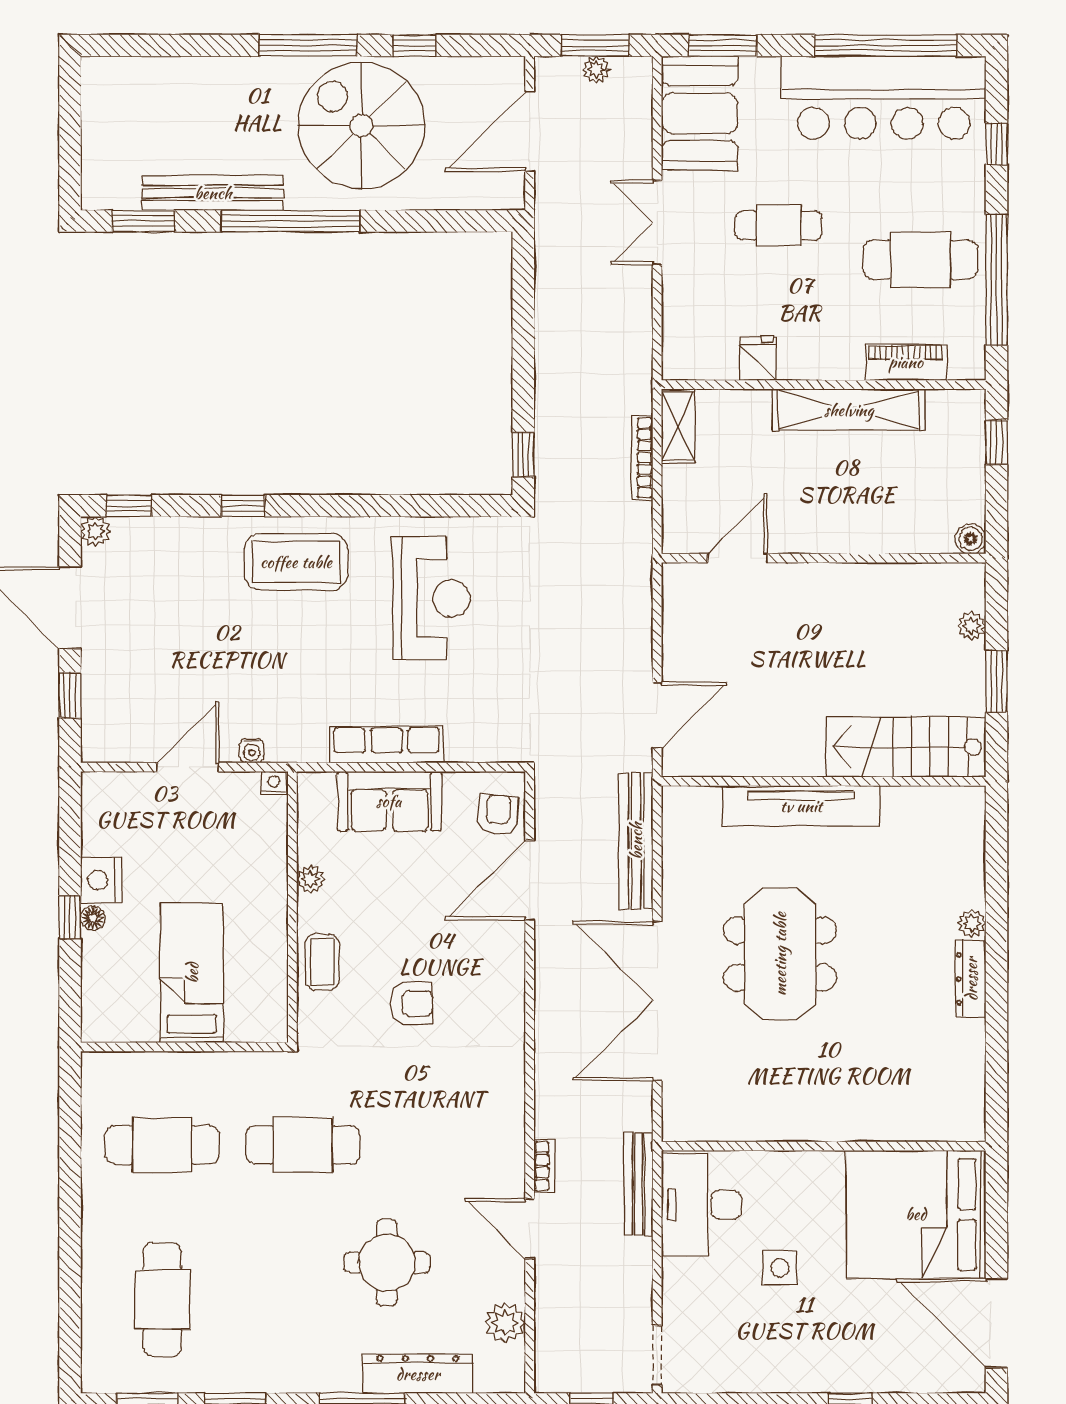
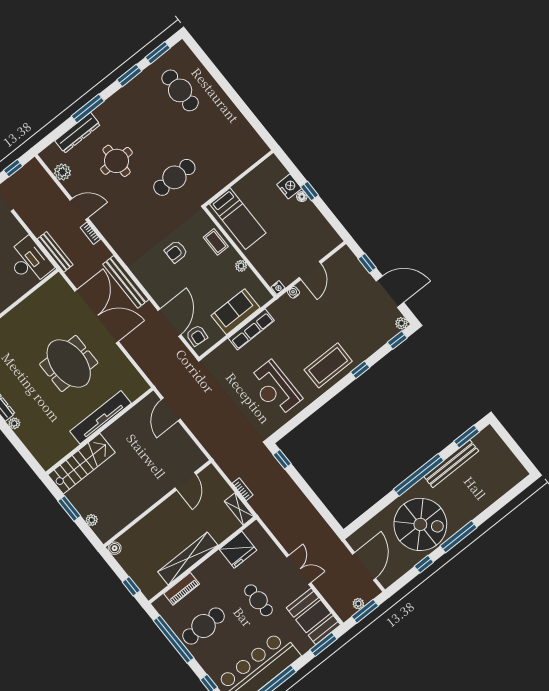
cafe table: (779, 225) -> (258, 600), turned 90
fridge: (758, 359) -> (238, 550), width x1.88, depth x1.34
bookcase: (642, 458) -> (243, 489), width x0.64
bench: (636, 841) -> (126, 282), moved
nightstand: (101, 880) -> (289, 186), moved
bed: (192, 973) -> (238, 219), moved
cafe table: (162, 1145) -> (220, 141), removed

